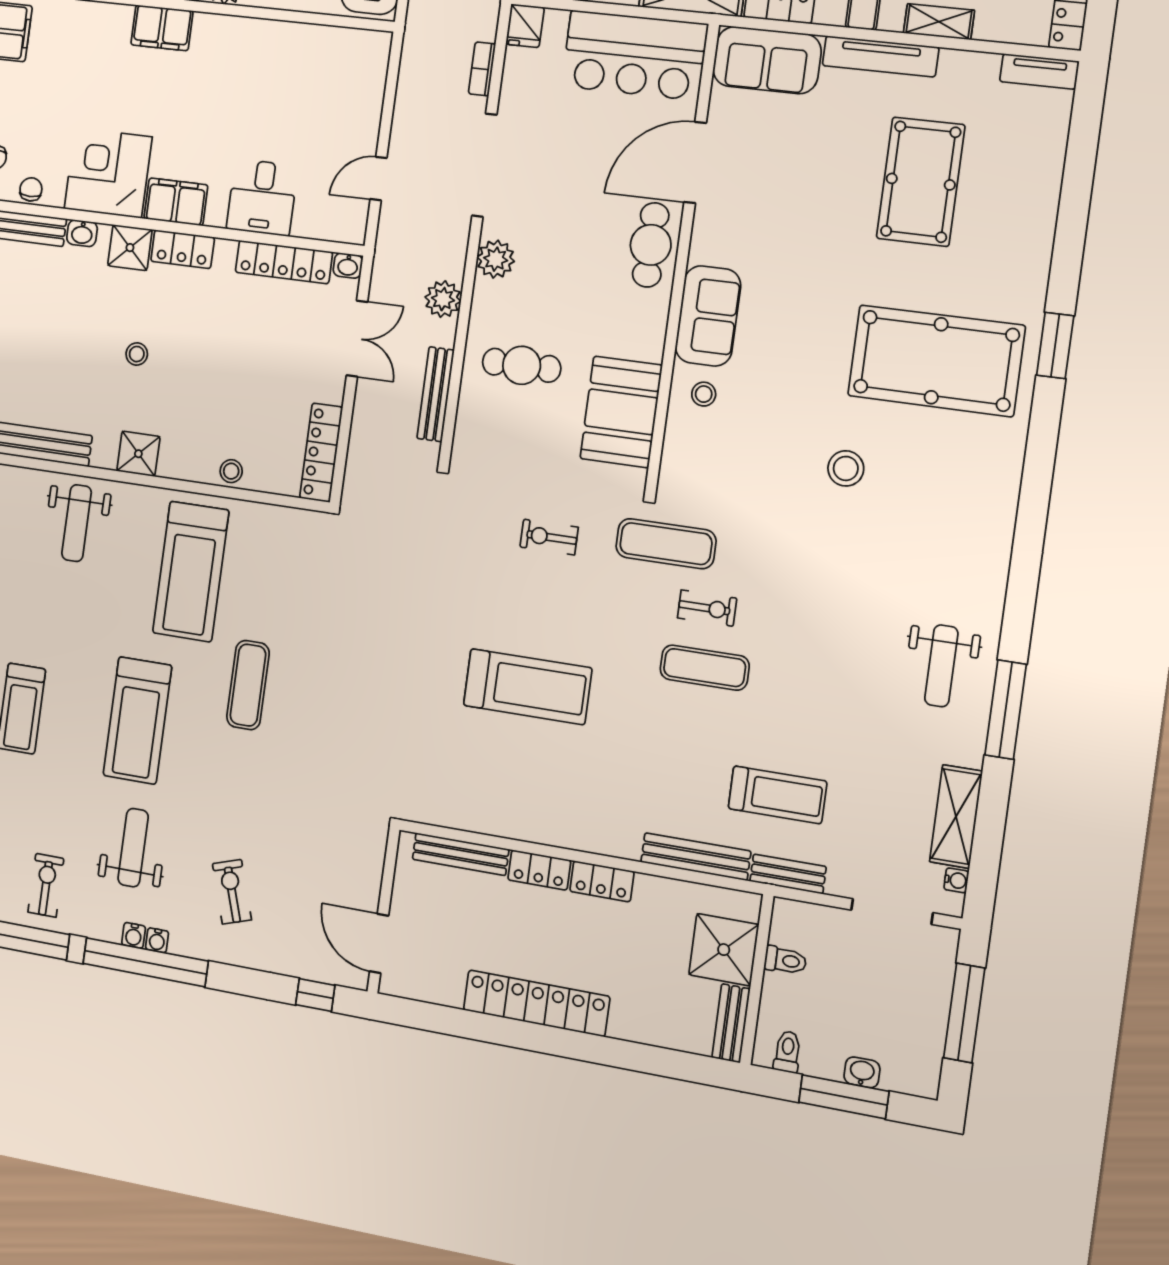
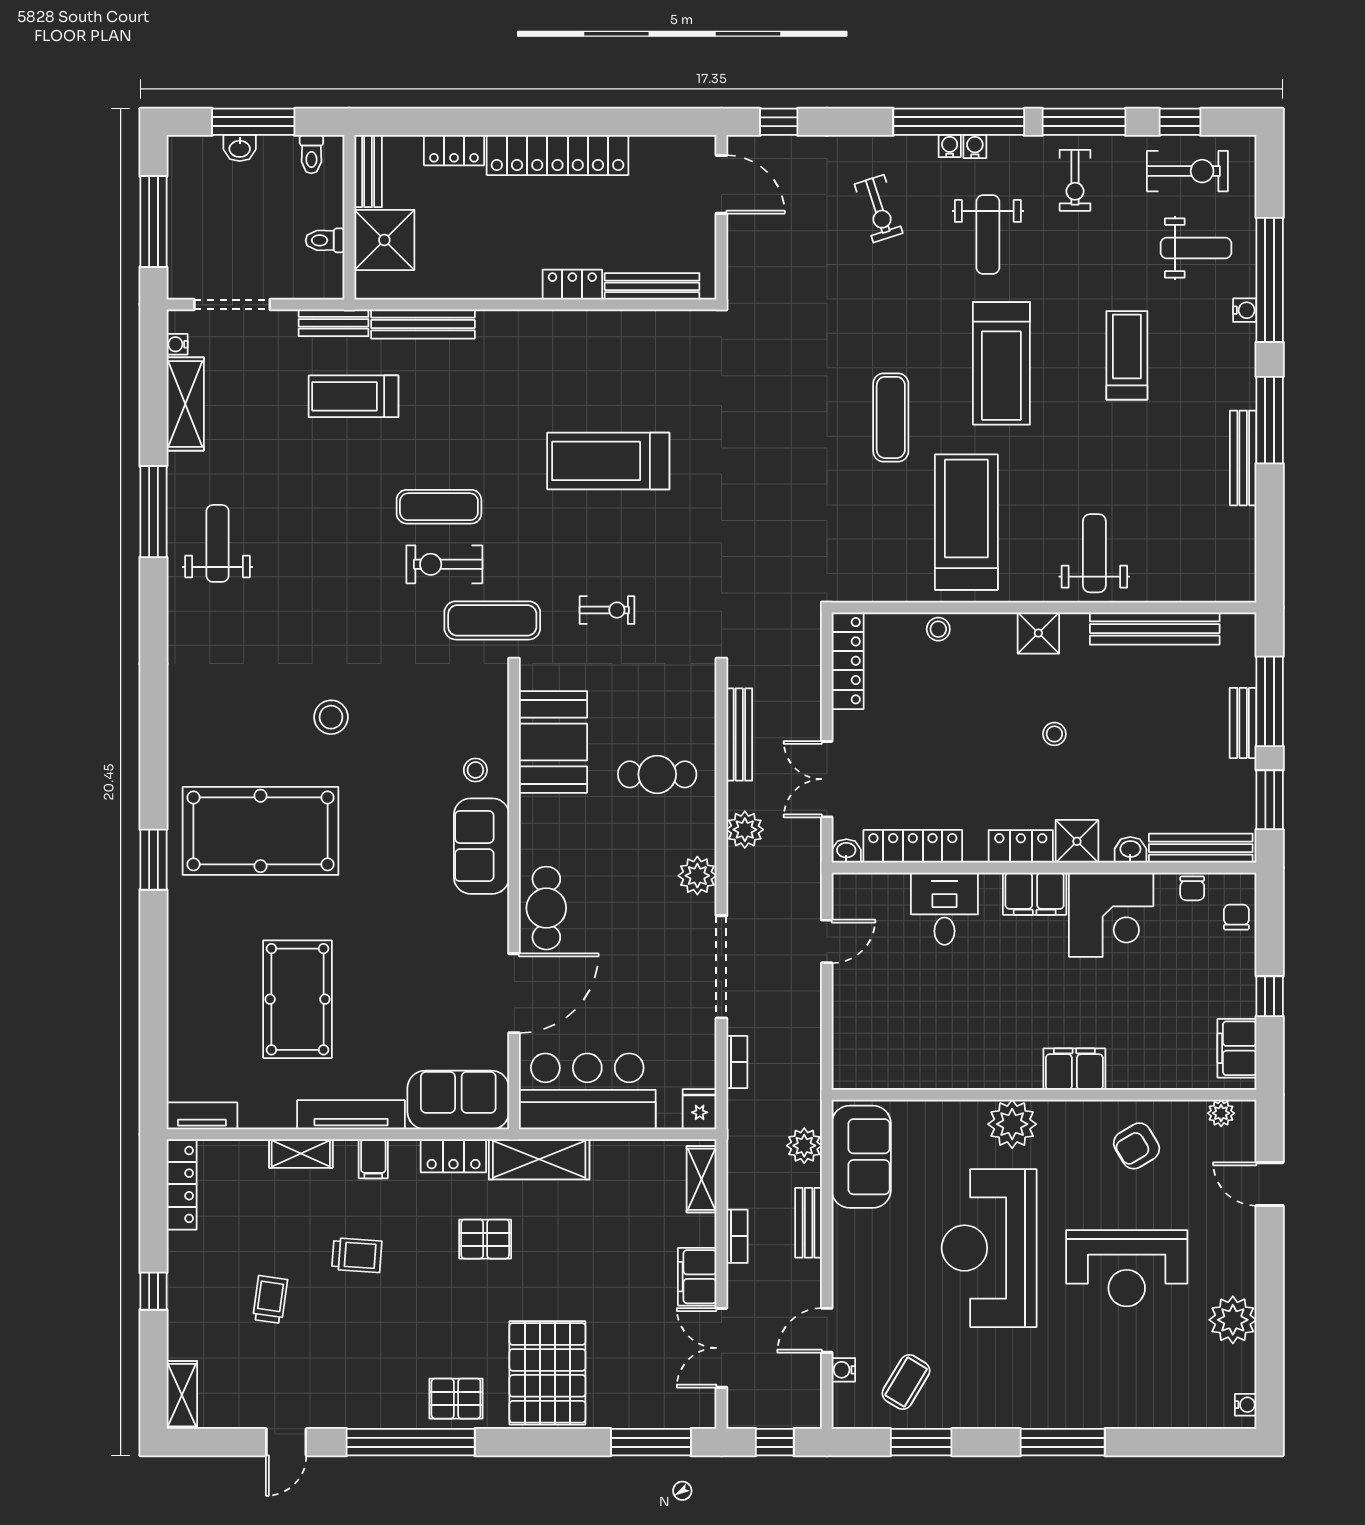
exercise bike: (707, 608) -> (444, 564), width x1.38, depth x1.39
treadmill: (137, 720) -> (1001, 363), turned 180
locker: (602, 881) -> (454, 150), moved, turned 180

